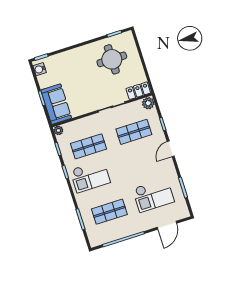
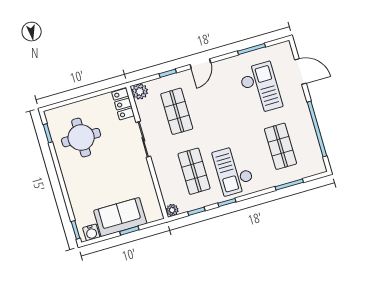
sofa: (56, 104) -> (120, 217), moved
door: (171, 149) -> (200, 64), hinge flipped
checkout: (90, 176) -> (233, 170), turned 180

